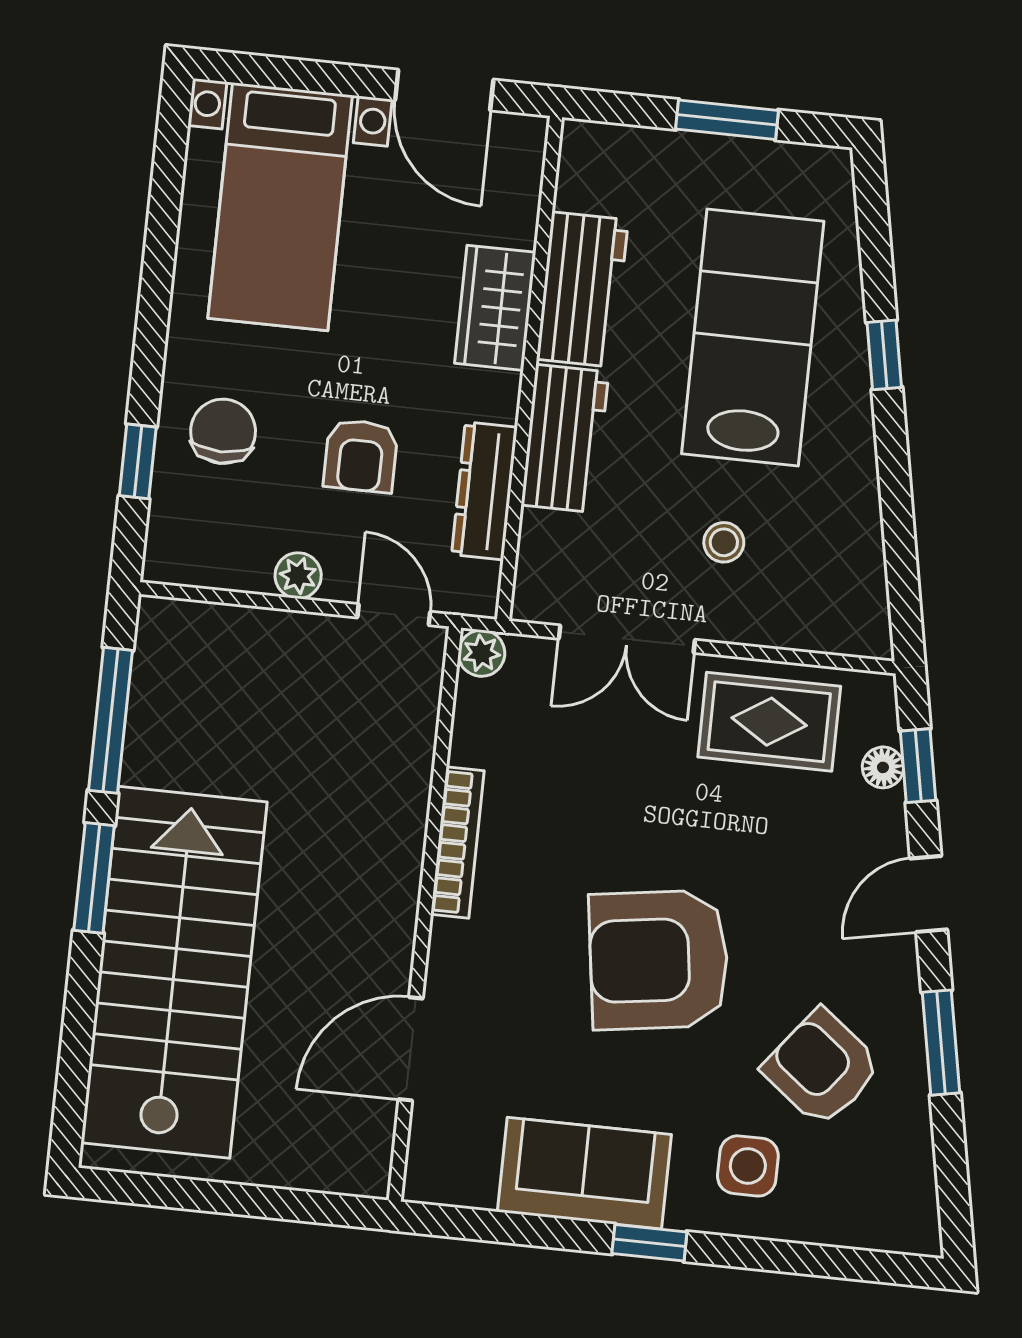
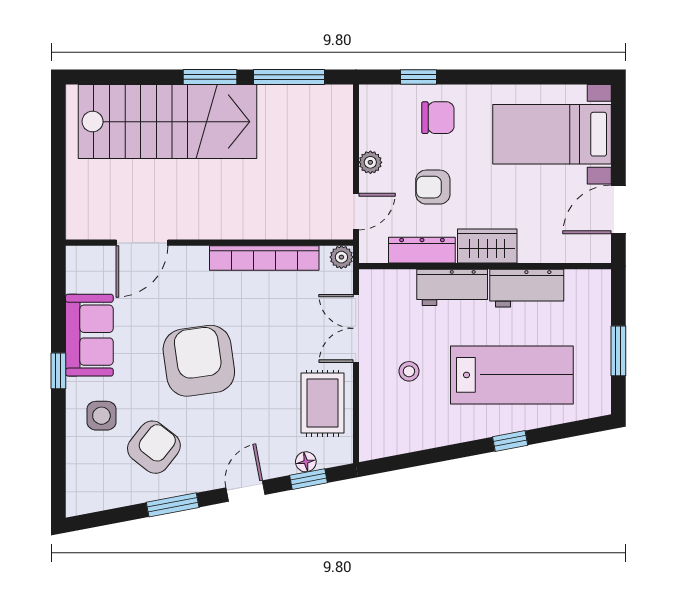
wardrobe: (495, 308) -> (487, 246), moved
bookcase: (457, 842) -> (264, 258), width x1.48, depth x1.31
door: (929, 894) -> (246, 491), hinge flipped
door: (411, 1049) -> (142, 243), swing flipped

